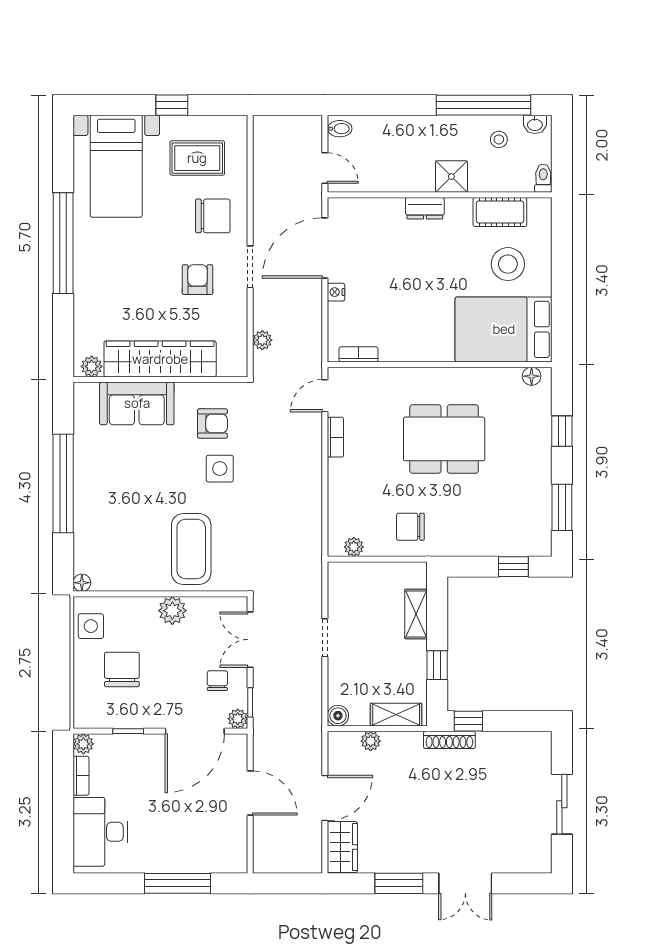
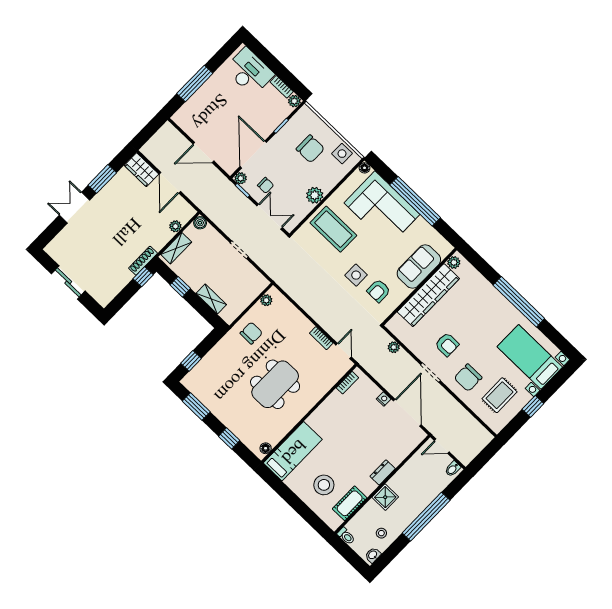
window: (483, 105) -> (426, 517), moved
bed: (504, 329) -> (293, 451), width x0.67
corner sofa: (110, 515) -> (382, 209), added

